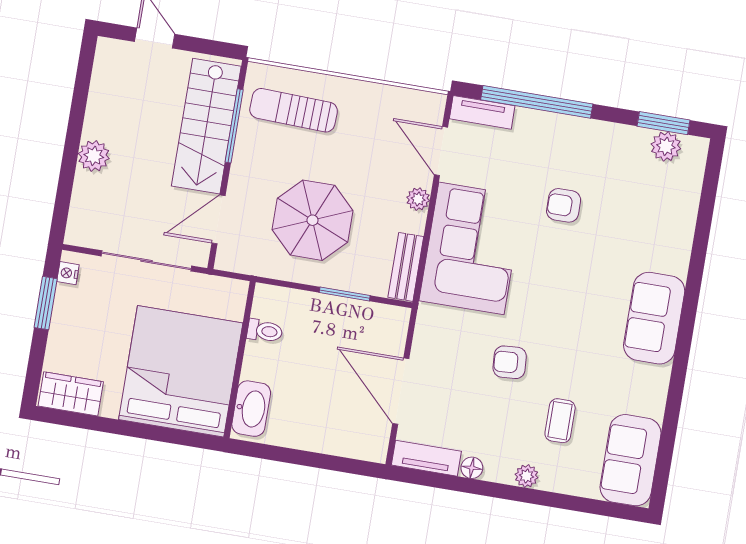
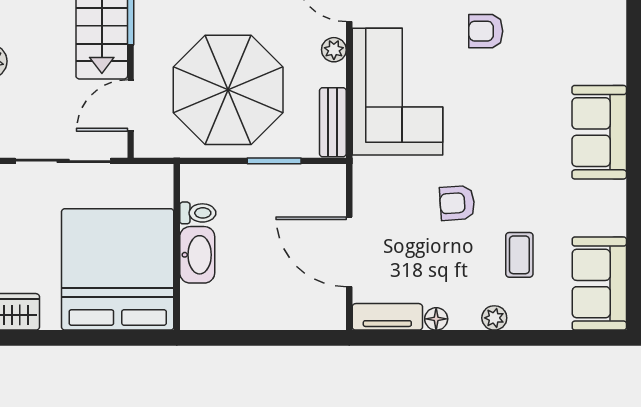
parasol: (313, 220) -> (228, 90), width x1.36, depth x1.36
washbasin: (251, 409) -> (197, 255), moved

